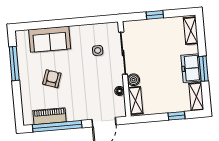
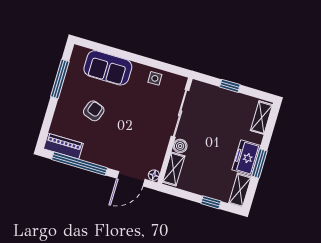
side table: (98, 50) -> (155, 78), moved
floor lamp: (120, 91) -> (154, 175), moved
piano: (50, 116) -> (63, 146), moved

